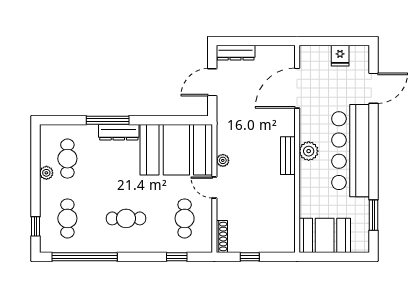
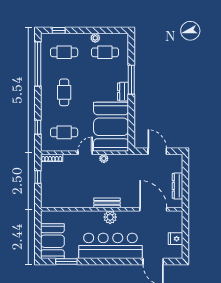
dresser: (236, 53) -> (177, 186), moved
dresser: (119, 132) -> (123, 92), width x0.70
booth: (325, 235) -> (52, 241), moved

